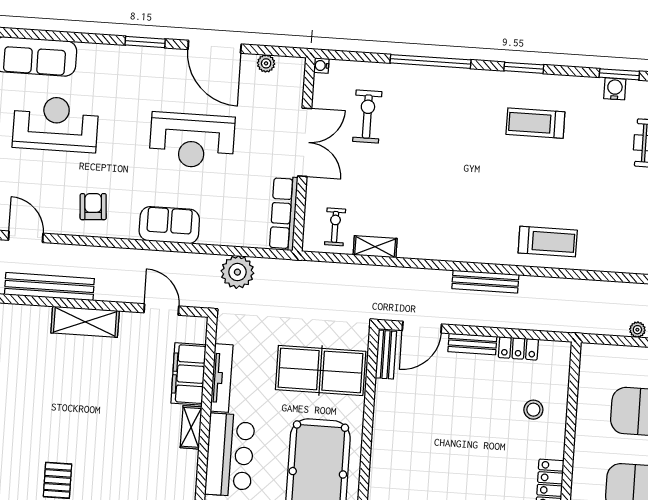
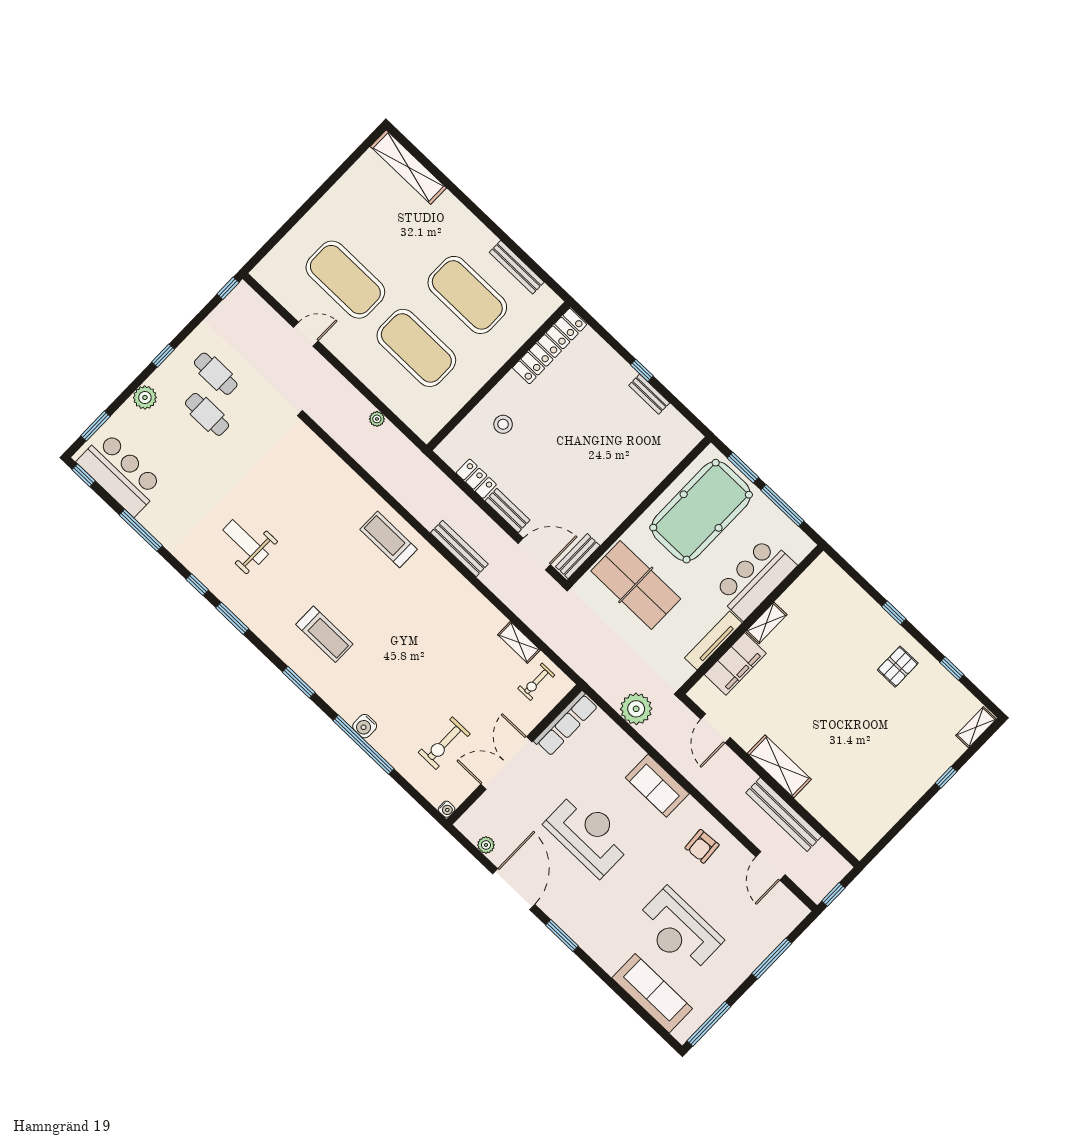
water cooler: (615, 89) -> (365, 726), moved

